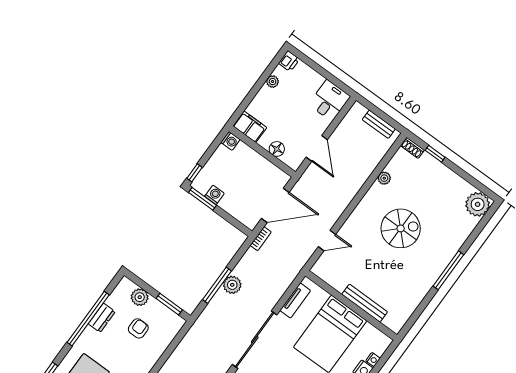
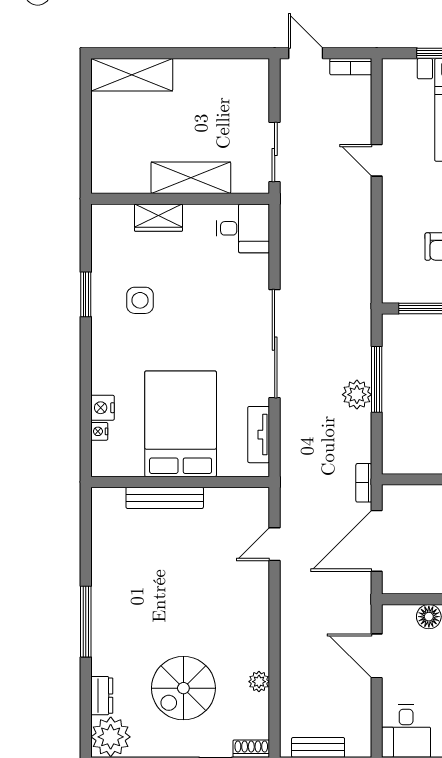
spiral stairs: (401, 228) -> (183, 688), moved
dresser: (467, 228) -> (102, 696), added

